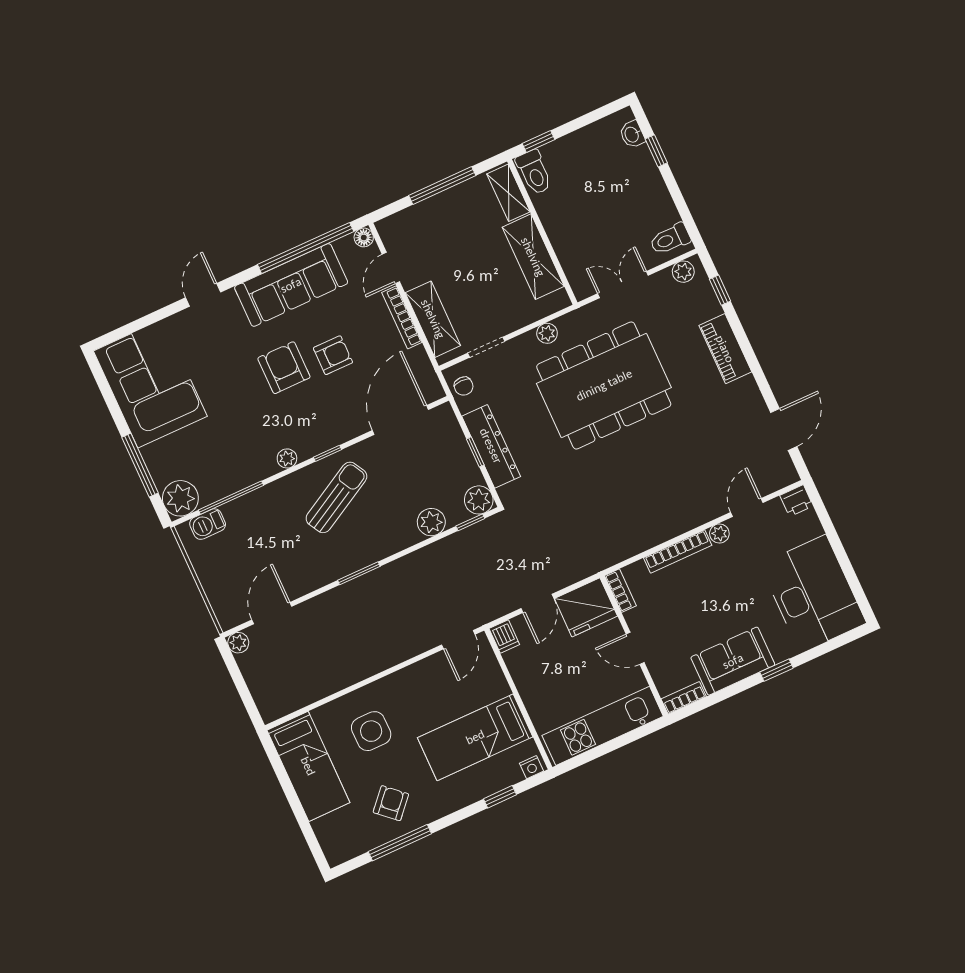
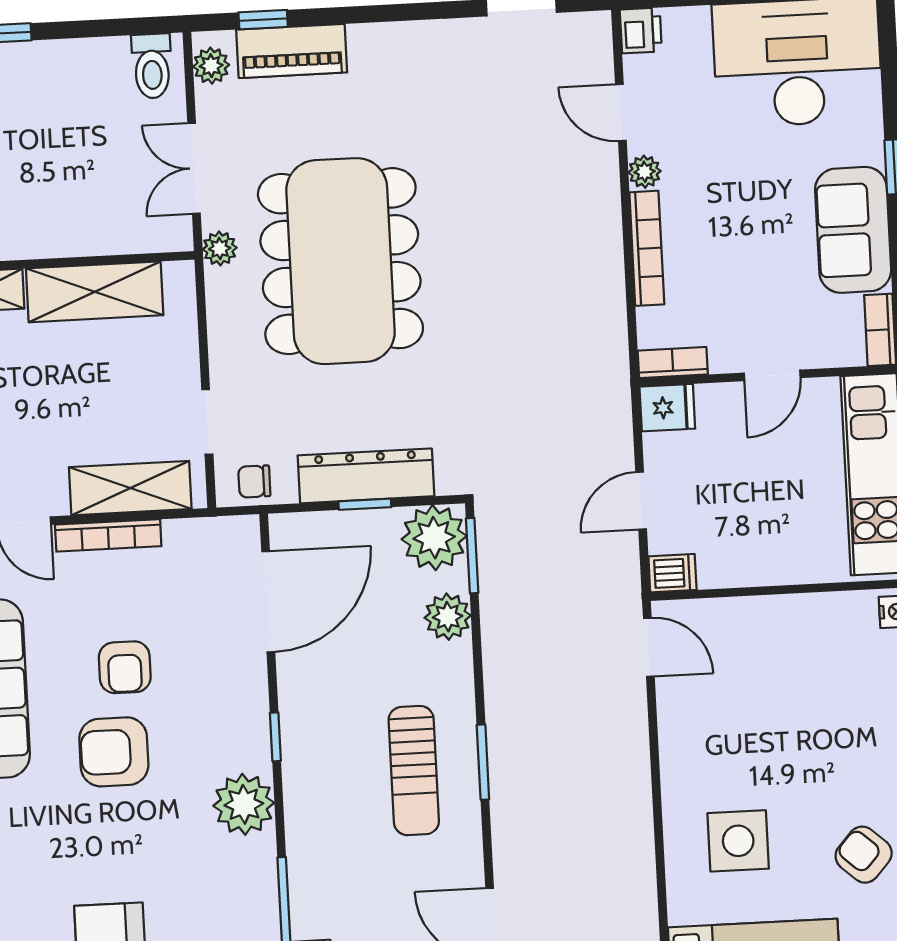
plant: (547, 333) -> (220, 248), moved
piano: (725, 349) -> (292, 51), moved
armchair: (333, 355) -> (125, 667), turned 180
chair: (464, 386) -> (254, 481), turned 180
door: (400, 420) -> (268, 602), swing flipped
plant: (287, 458) -> (244, 804), width x1.87, depth x1.87
sun lounger: (336, 497) -> (414, 771), moved, turned -151
plant: (479, 500) -> (434, 538), width x1.36, depth x1.36
window: (470, 522) -> (472, 556), width x1.50
door: (537, 603) -> (641, 501), swing flipped
fridge: (586, 607) -> (667, 408), width x0.53, depth x0.75
bed: (475, 737) -> (813, 682), removed

